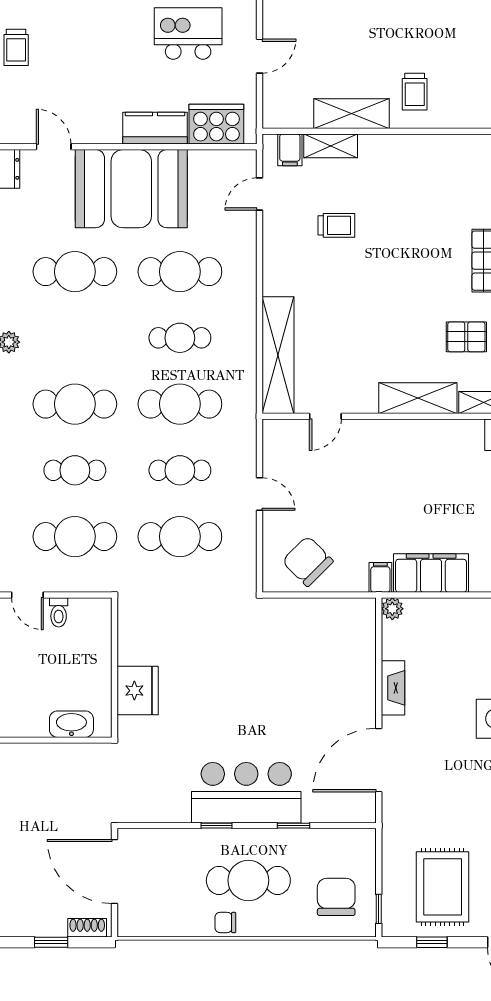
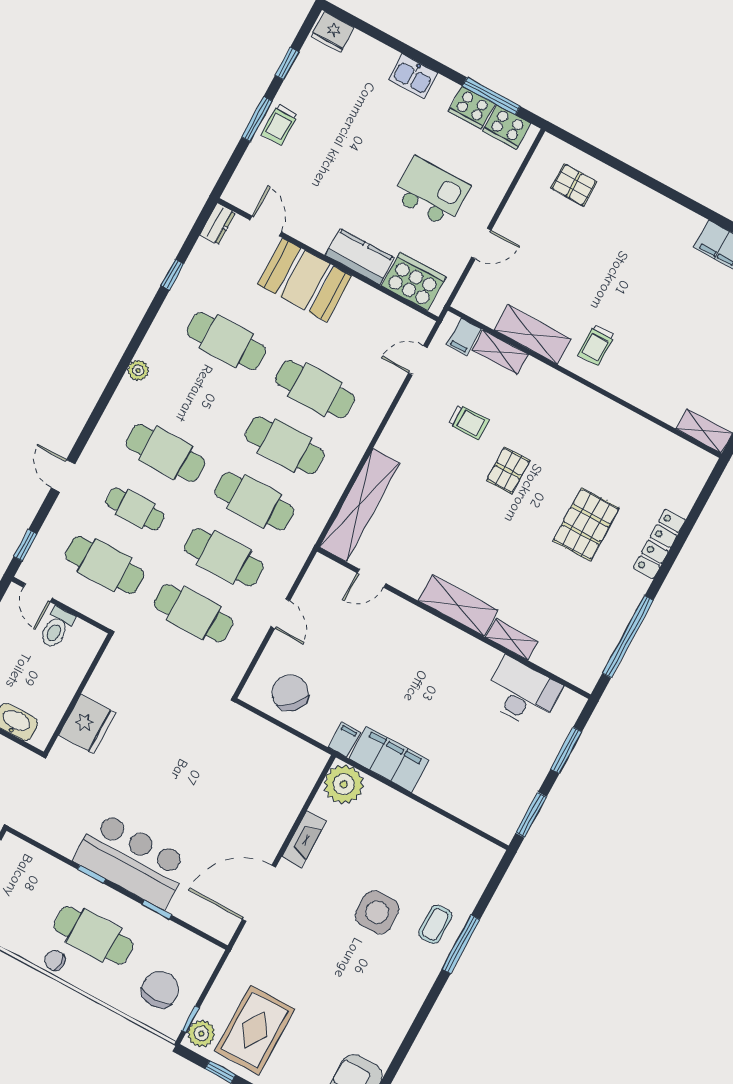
booth: (131, 189) -> (305, 280), width x0.73, depth x0.70
pallet: (466, 337) -> (508, 470), moved, turned 90
cafe table: (180, 338) -> (285, 445), width x1.37, depth x1.35
cafe table: (180, 470) -> (224, 557), width x1.37, depth x1.35
plant: (392, 609) -> (344, 784), width x1.88, depth x1.88
toilet: (59, 612) -> (56, 628), width x1.37, depth x1.39
plant: (396, 917) -> (201, 1034), added

